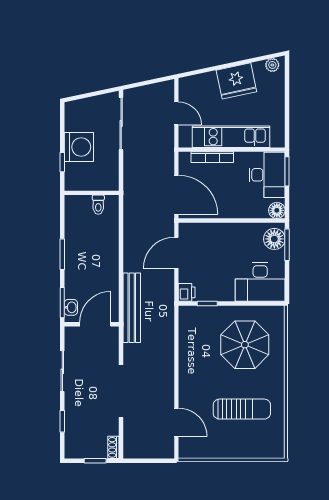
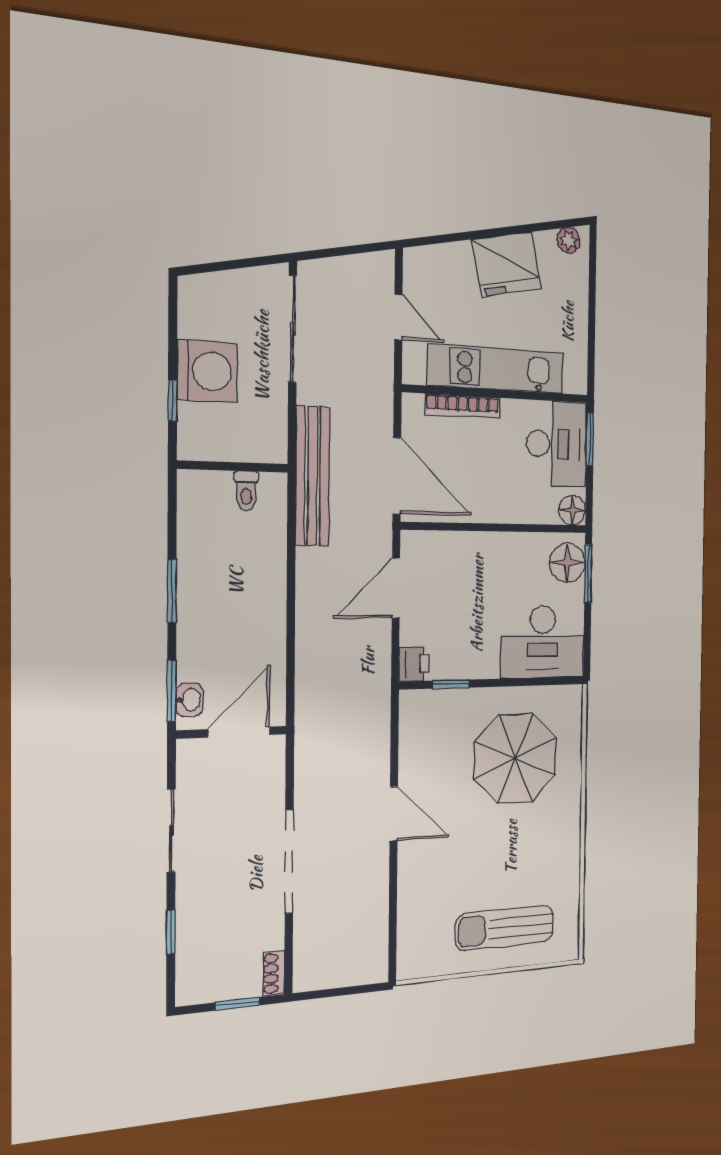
bench: (132, 308) -> (313, 476), moved
sun lounger: (242, 409) -> (505, 928), moved, turned 180
door: (176, 422) -> (394, 814), moved

